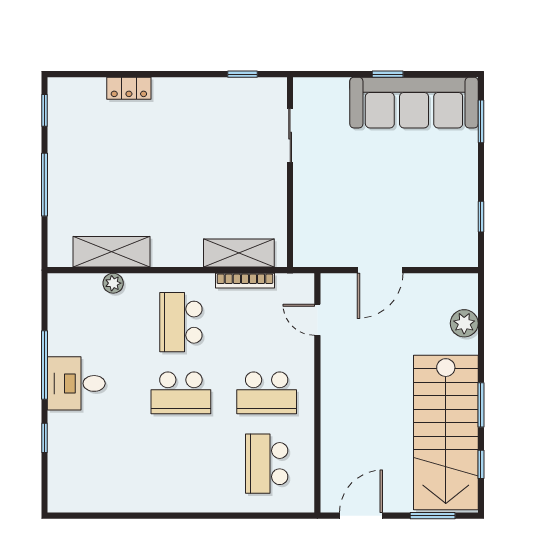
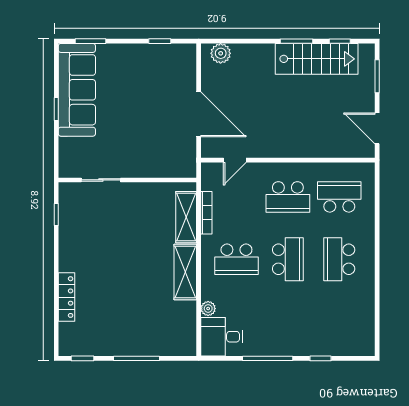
locker: (129, 88) -> (66, 297), width x1.53
shelving: (112, 252) -> (185, 272), moved
door: (380, 270) -> (199, 114), width x1.36
plant: (464, 323) -> (221, 53), moved
desk: (76, 383) -> (222, 337), moved, turned 90
school desk: (267, 393) -> (288, 197), turned 90
stairs: (446, 433) -> (317, 59), width x0.73, depth x0.66
school desk: (181, 464) -> (339, 259), added
school desk: (267, 464) -> (339, 197), turned 180

